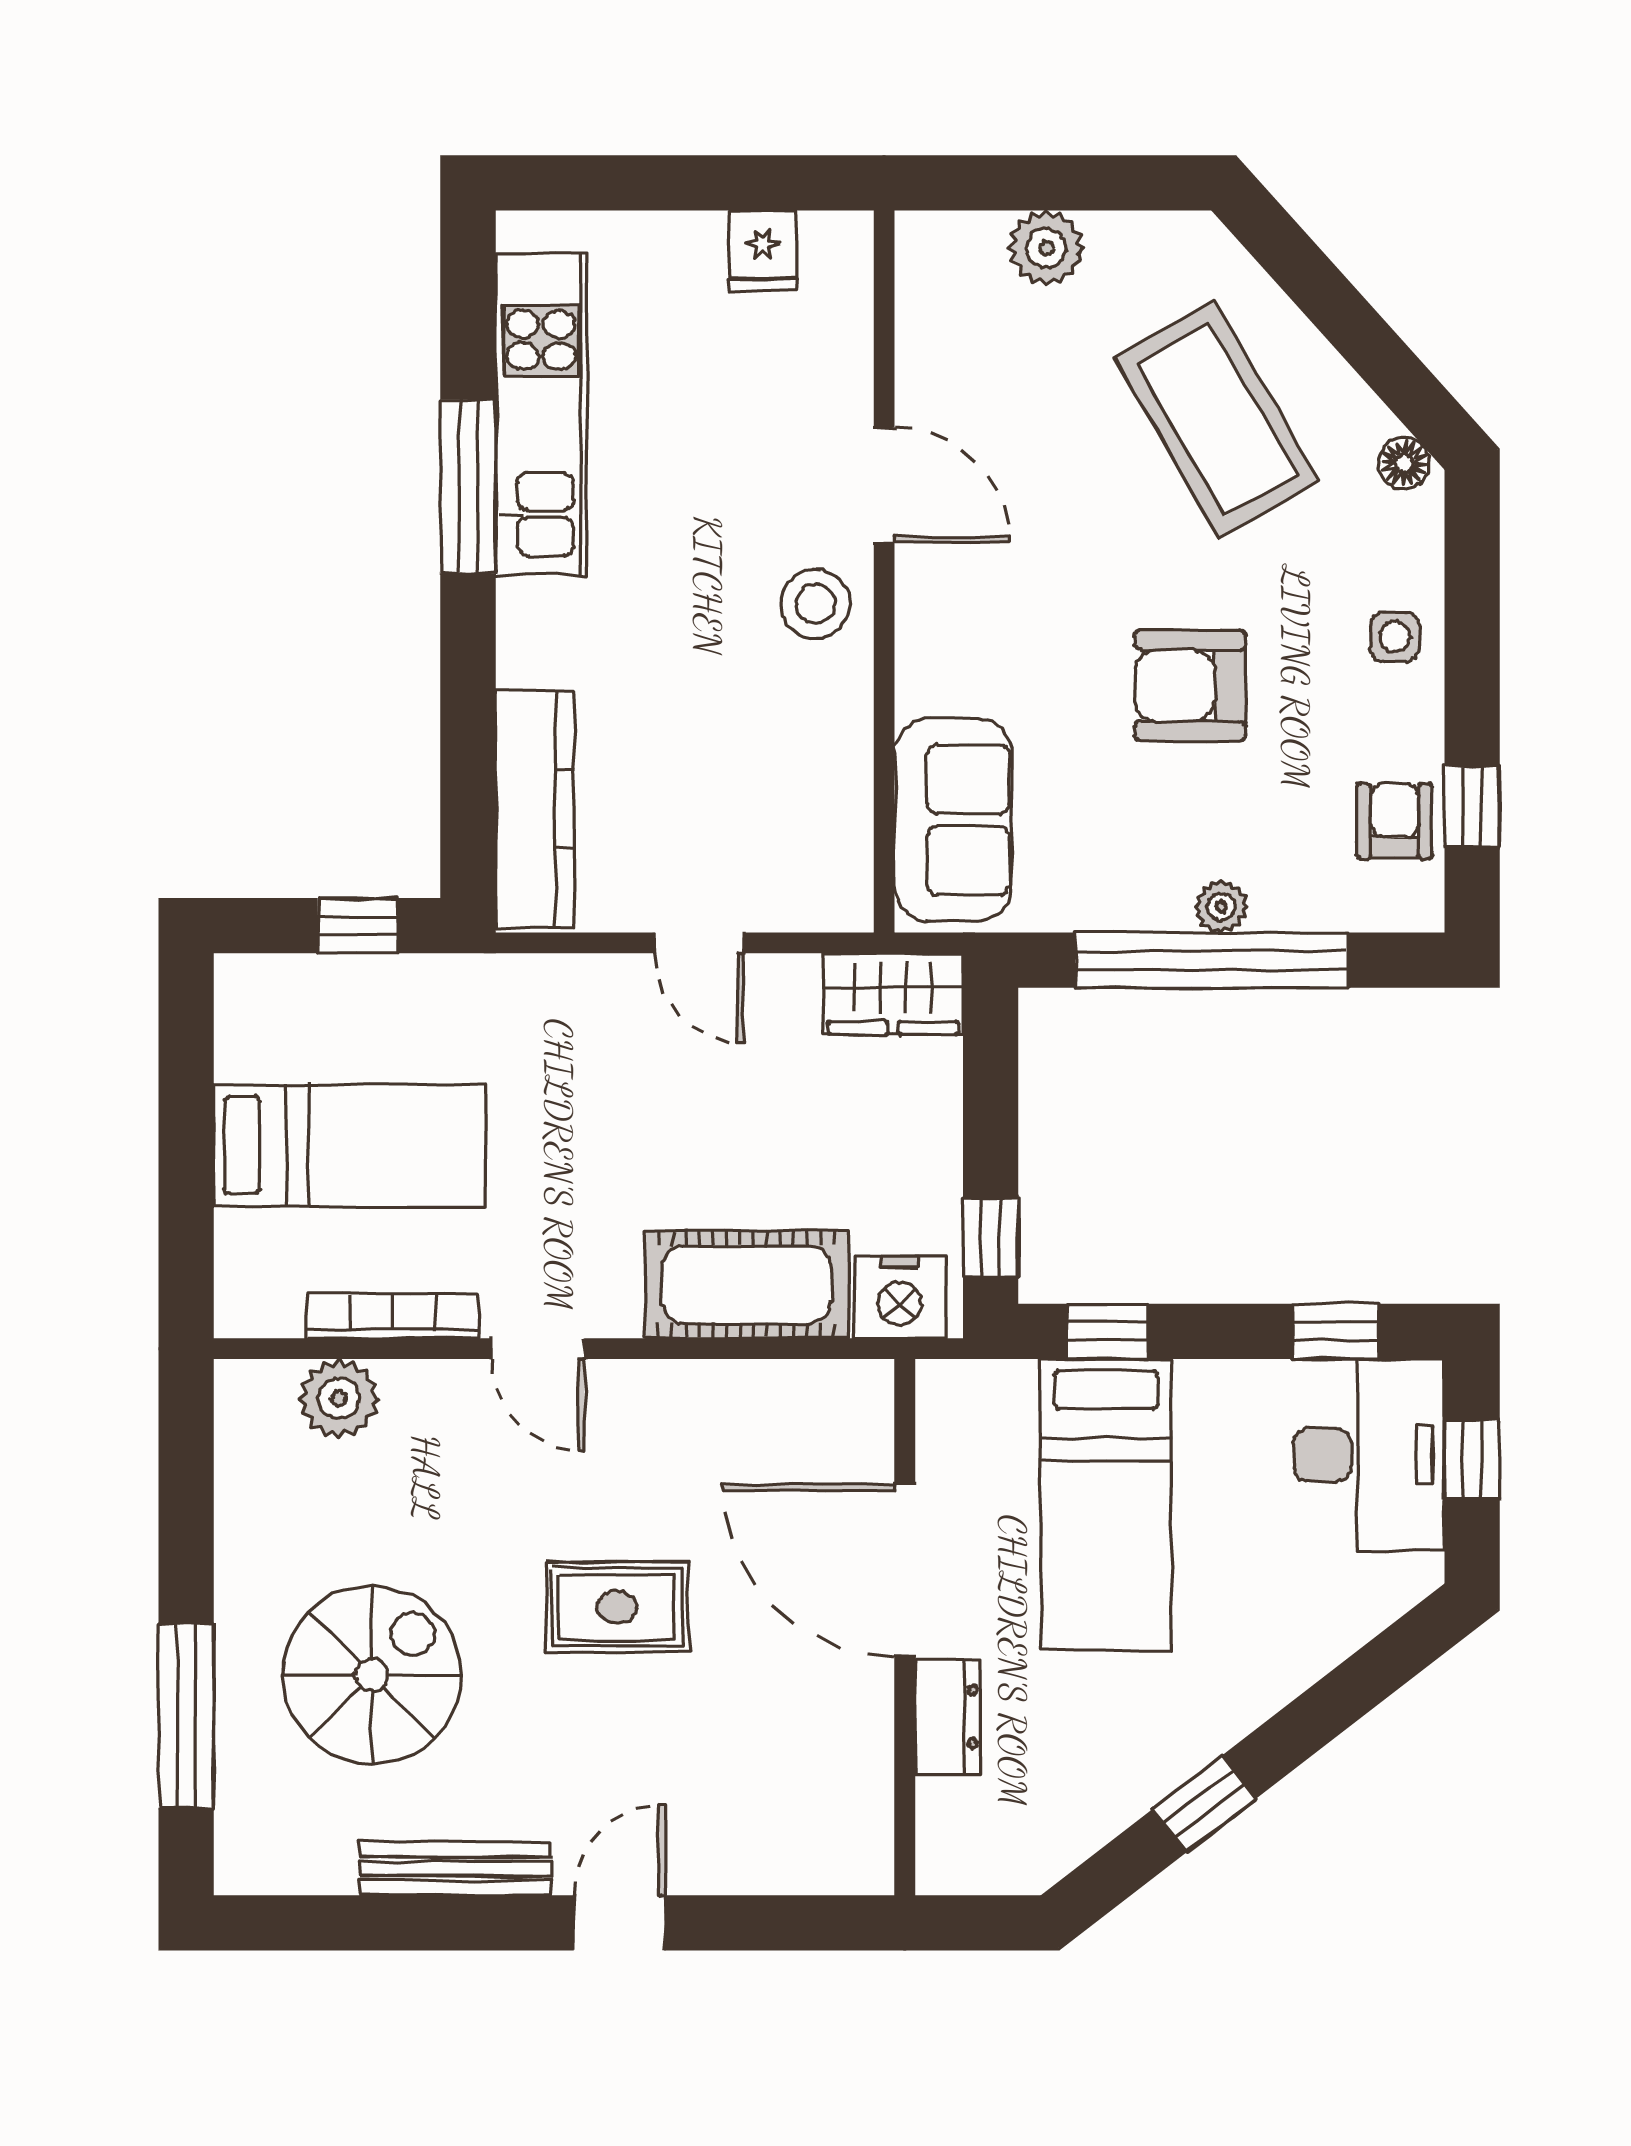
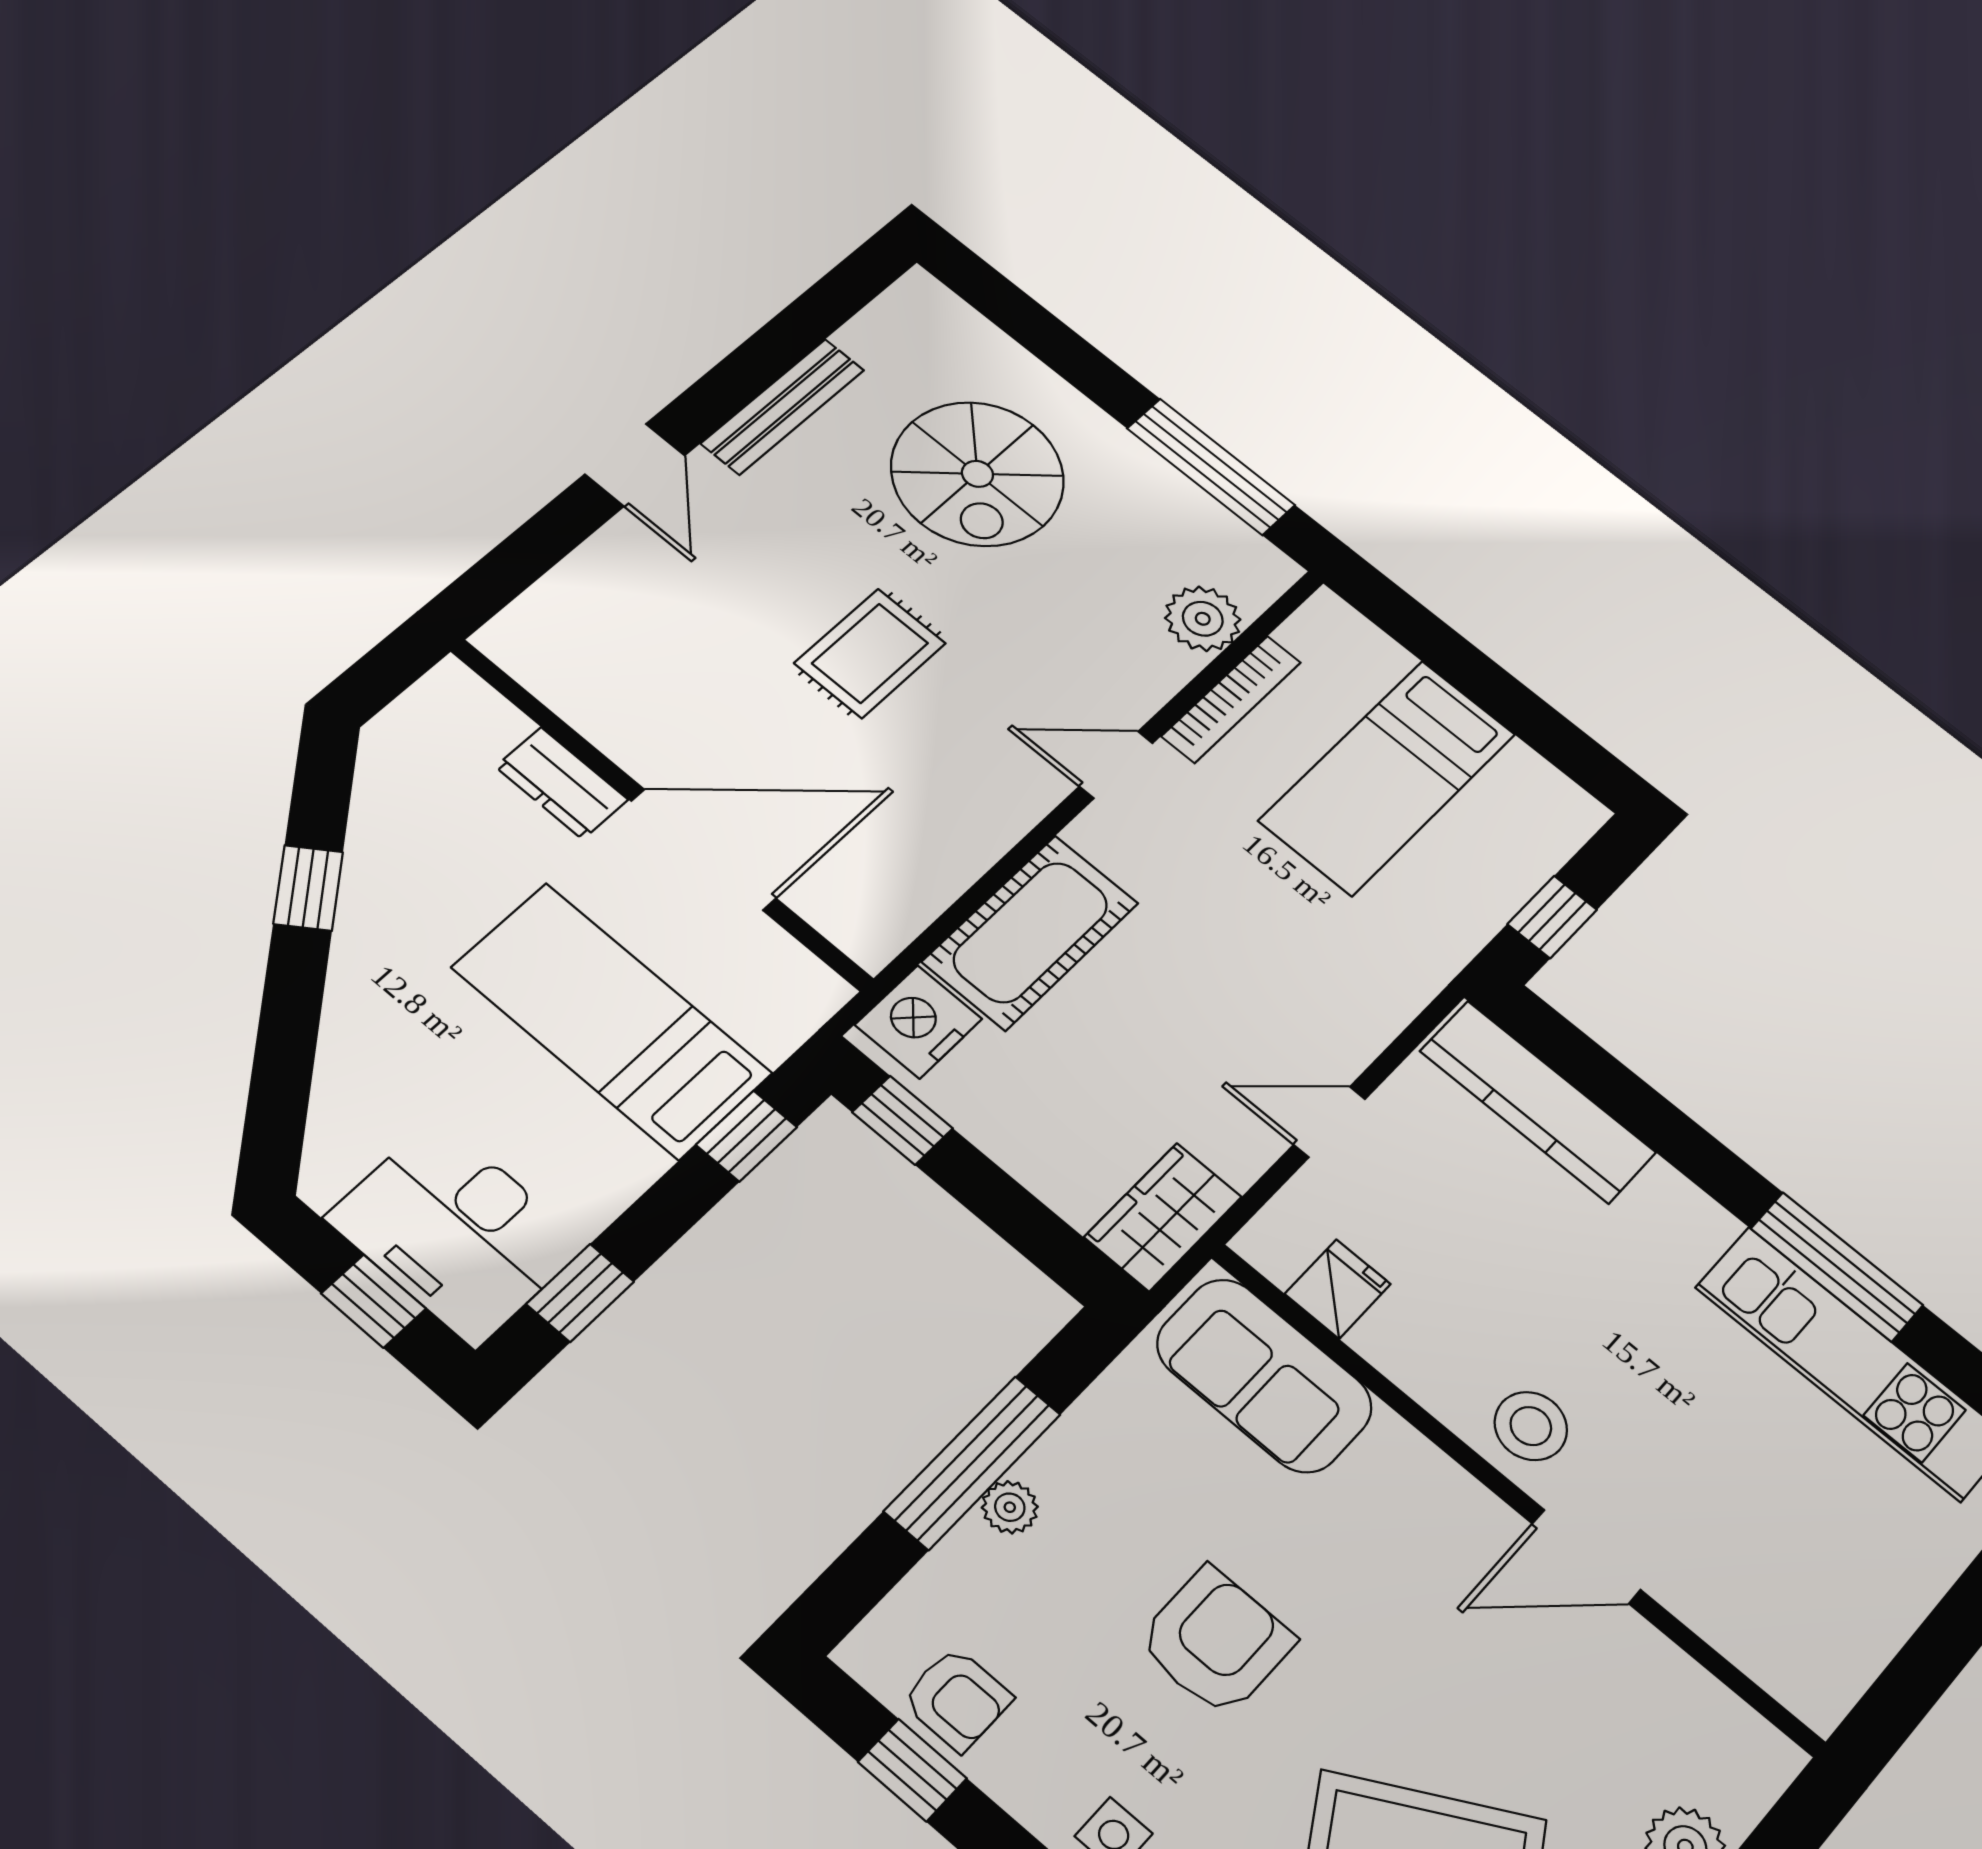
fridge: (763, 251) -> (1338, 1289), moved, turned 90
window: (1212, 960) -> (972, 1463), width x0.68
window: (186, 1716) -> (1211, 467), moved

